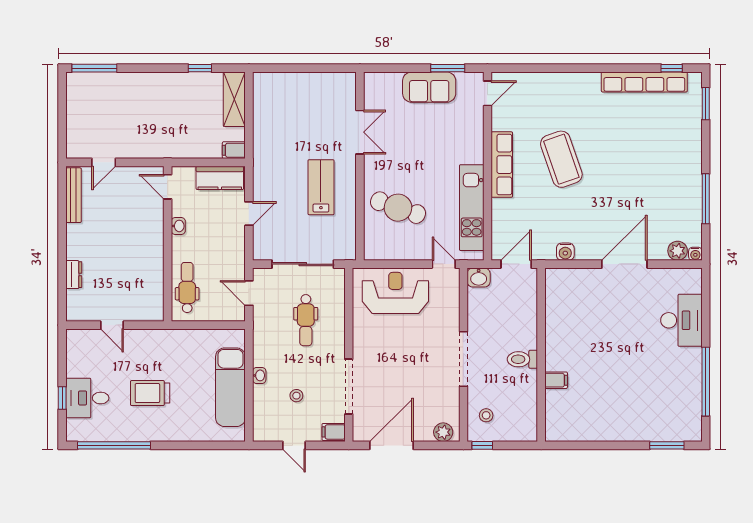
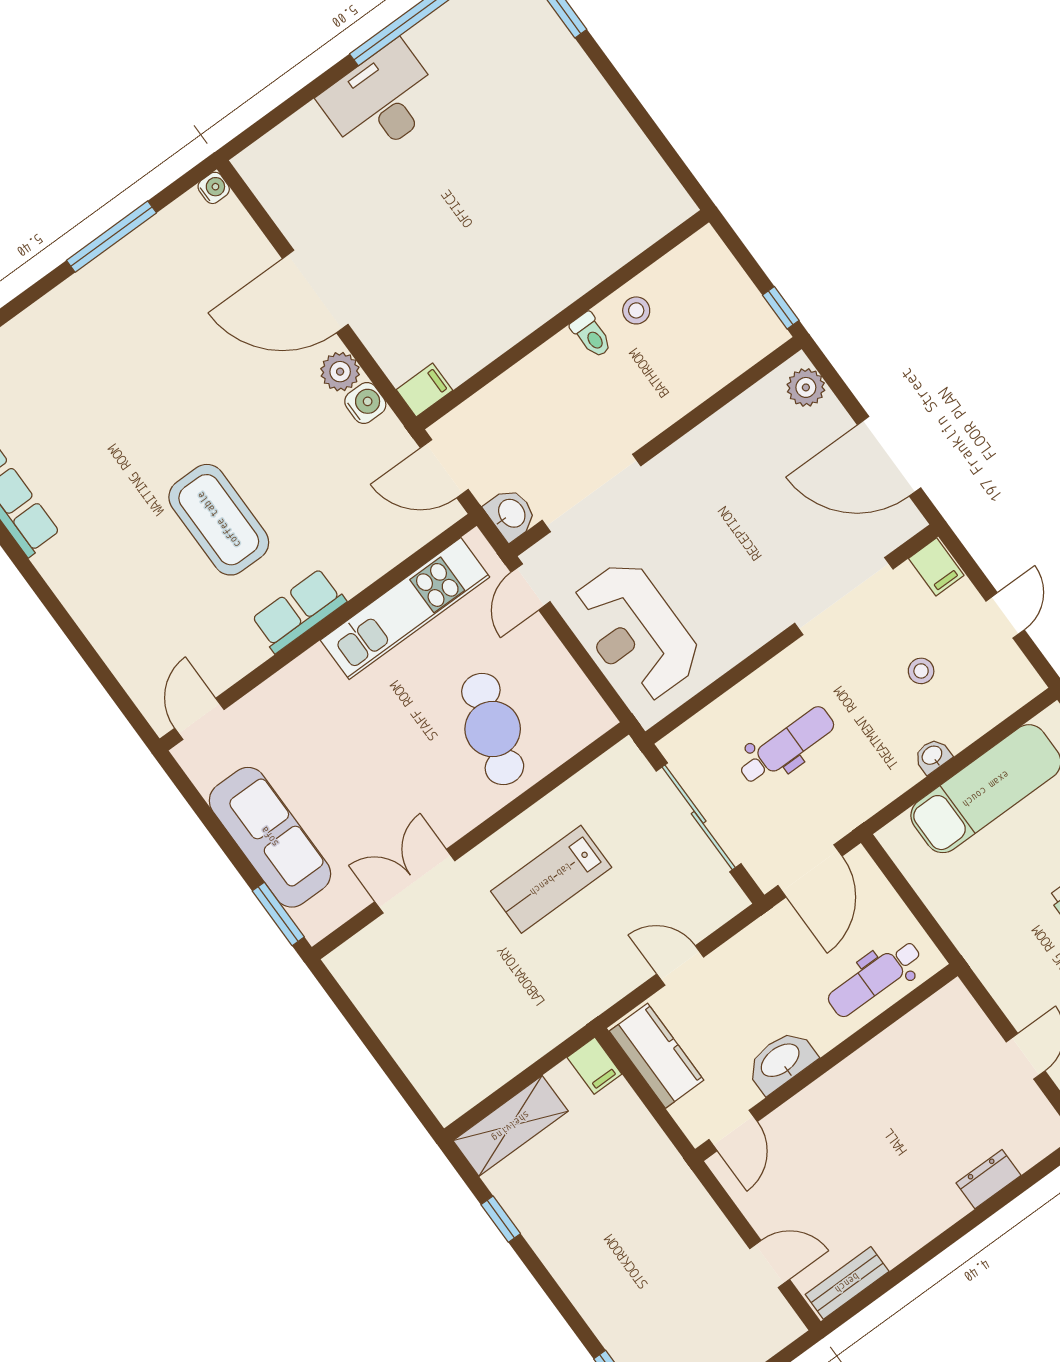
window: (448, 68) -> (278, 914), moved
sofa: (429, 87) -> (270, 837), width x1.36
door: (487, 93) -> (199, 719), hinge flipped
coffee table: (561, 159) -> (219, 520), turned -71
row of seats: (502, 165) -> (298, 611), width x0.68
bench: (74, 195) -> (847, 1283), width x0.73
washbasin: (178, 226) -> (781, 1061), width x1.91, depth x1.45
plant: (678, 251) -> (340, 372), moved
door: (249, 293) -> (810, 871), width x1.37
desk: (681, 320) -> (381, 100), moved
doorway: (463, 359) -> (592, 493), moved
toilet: (522, 359) -> (591, 335), width x0.73, depth x0.72
filing cabinet: (556, 380) -> (424, 390), moved, turned 90
stool: (486, 415) -> (636, 310), moved

